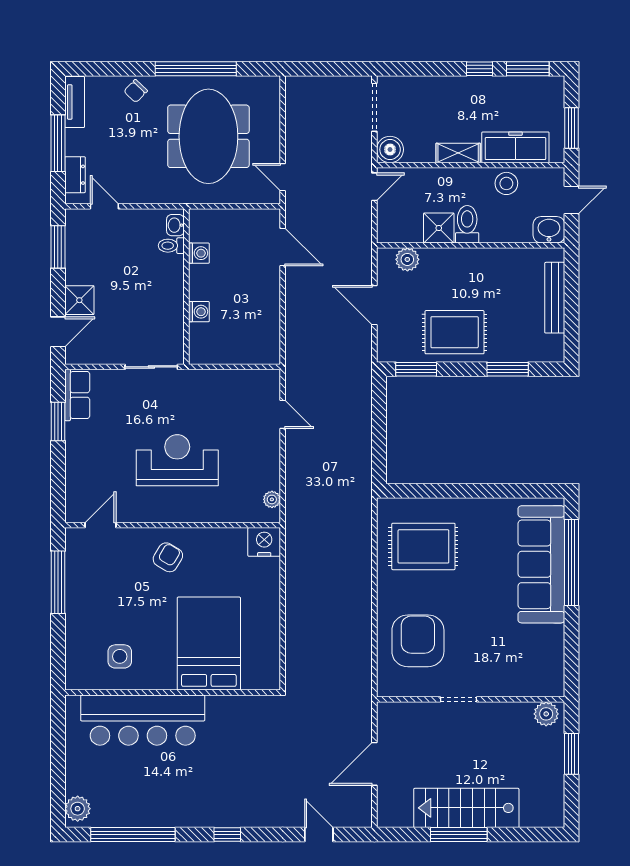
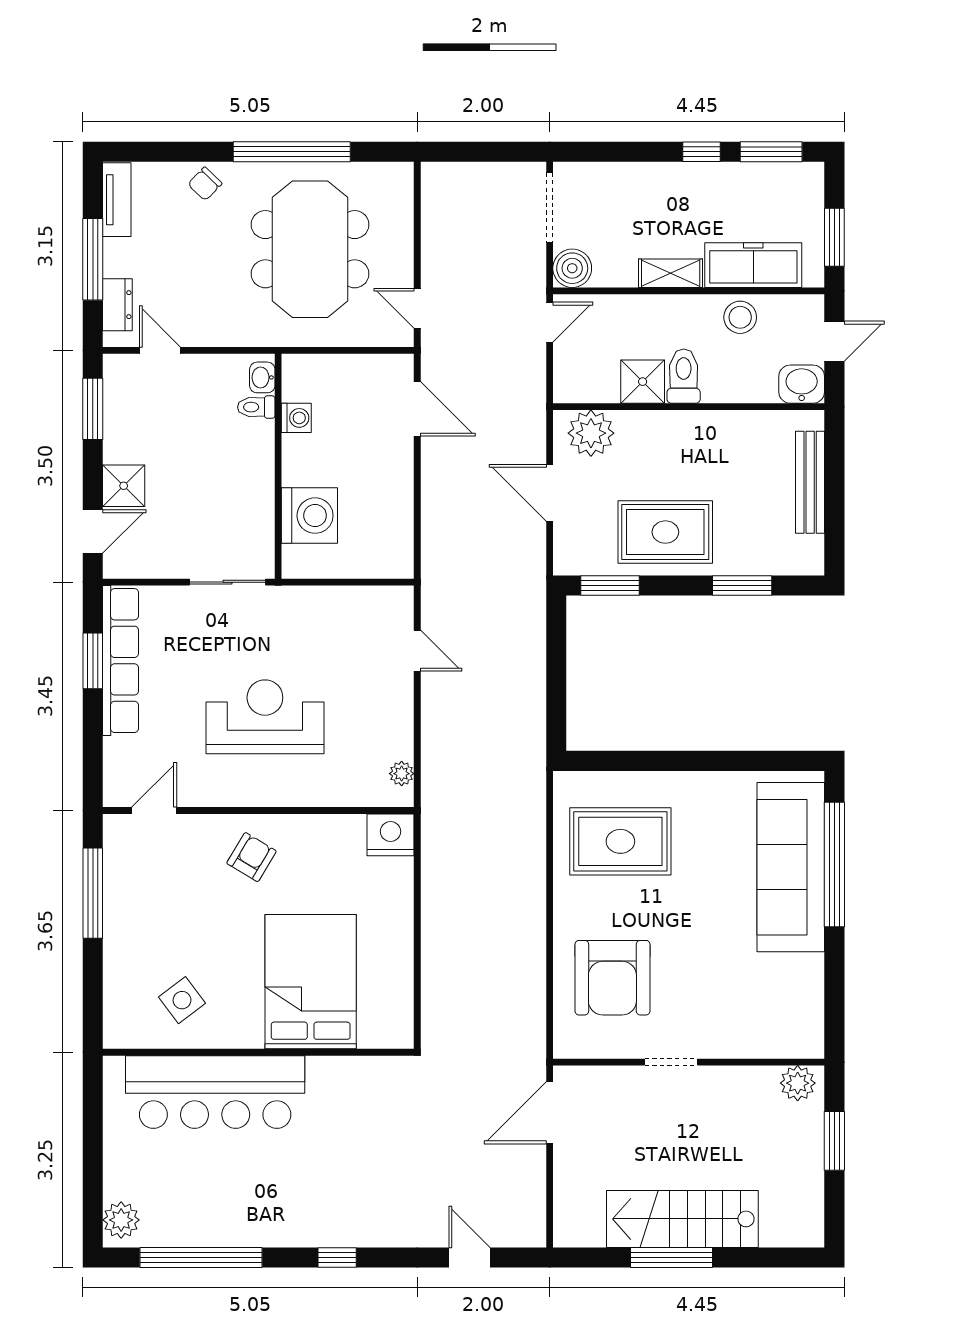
plant: (407, 259) -> (591, 433), width x1.36, depth x1.36
washing machine: (199, 312) -> (309, 516), width x1.89, depth x1.89
row of seats: (77, 395) -> (121, 661), width x2.02
armchair: (418, 641) -> (612, 978), turned 180
side table: (120, 656) -> (182, 1000), turned -37
door: (374, 764) -> (550, 1113), moved

